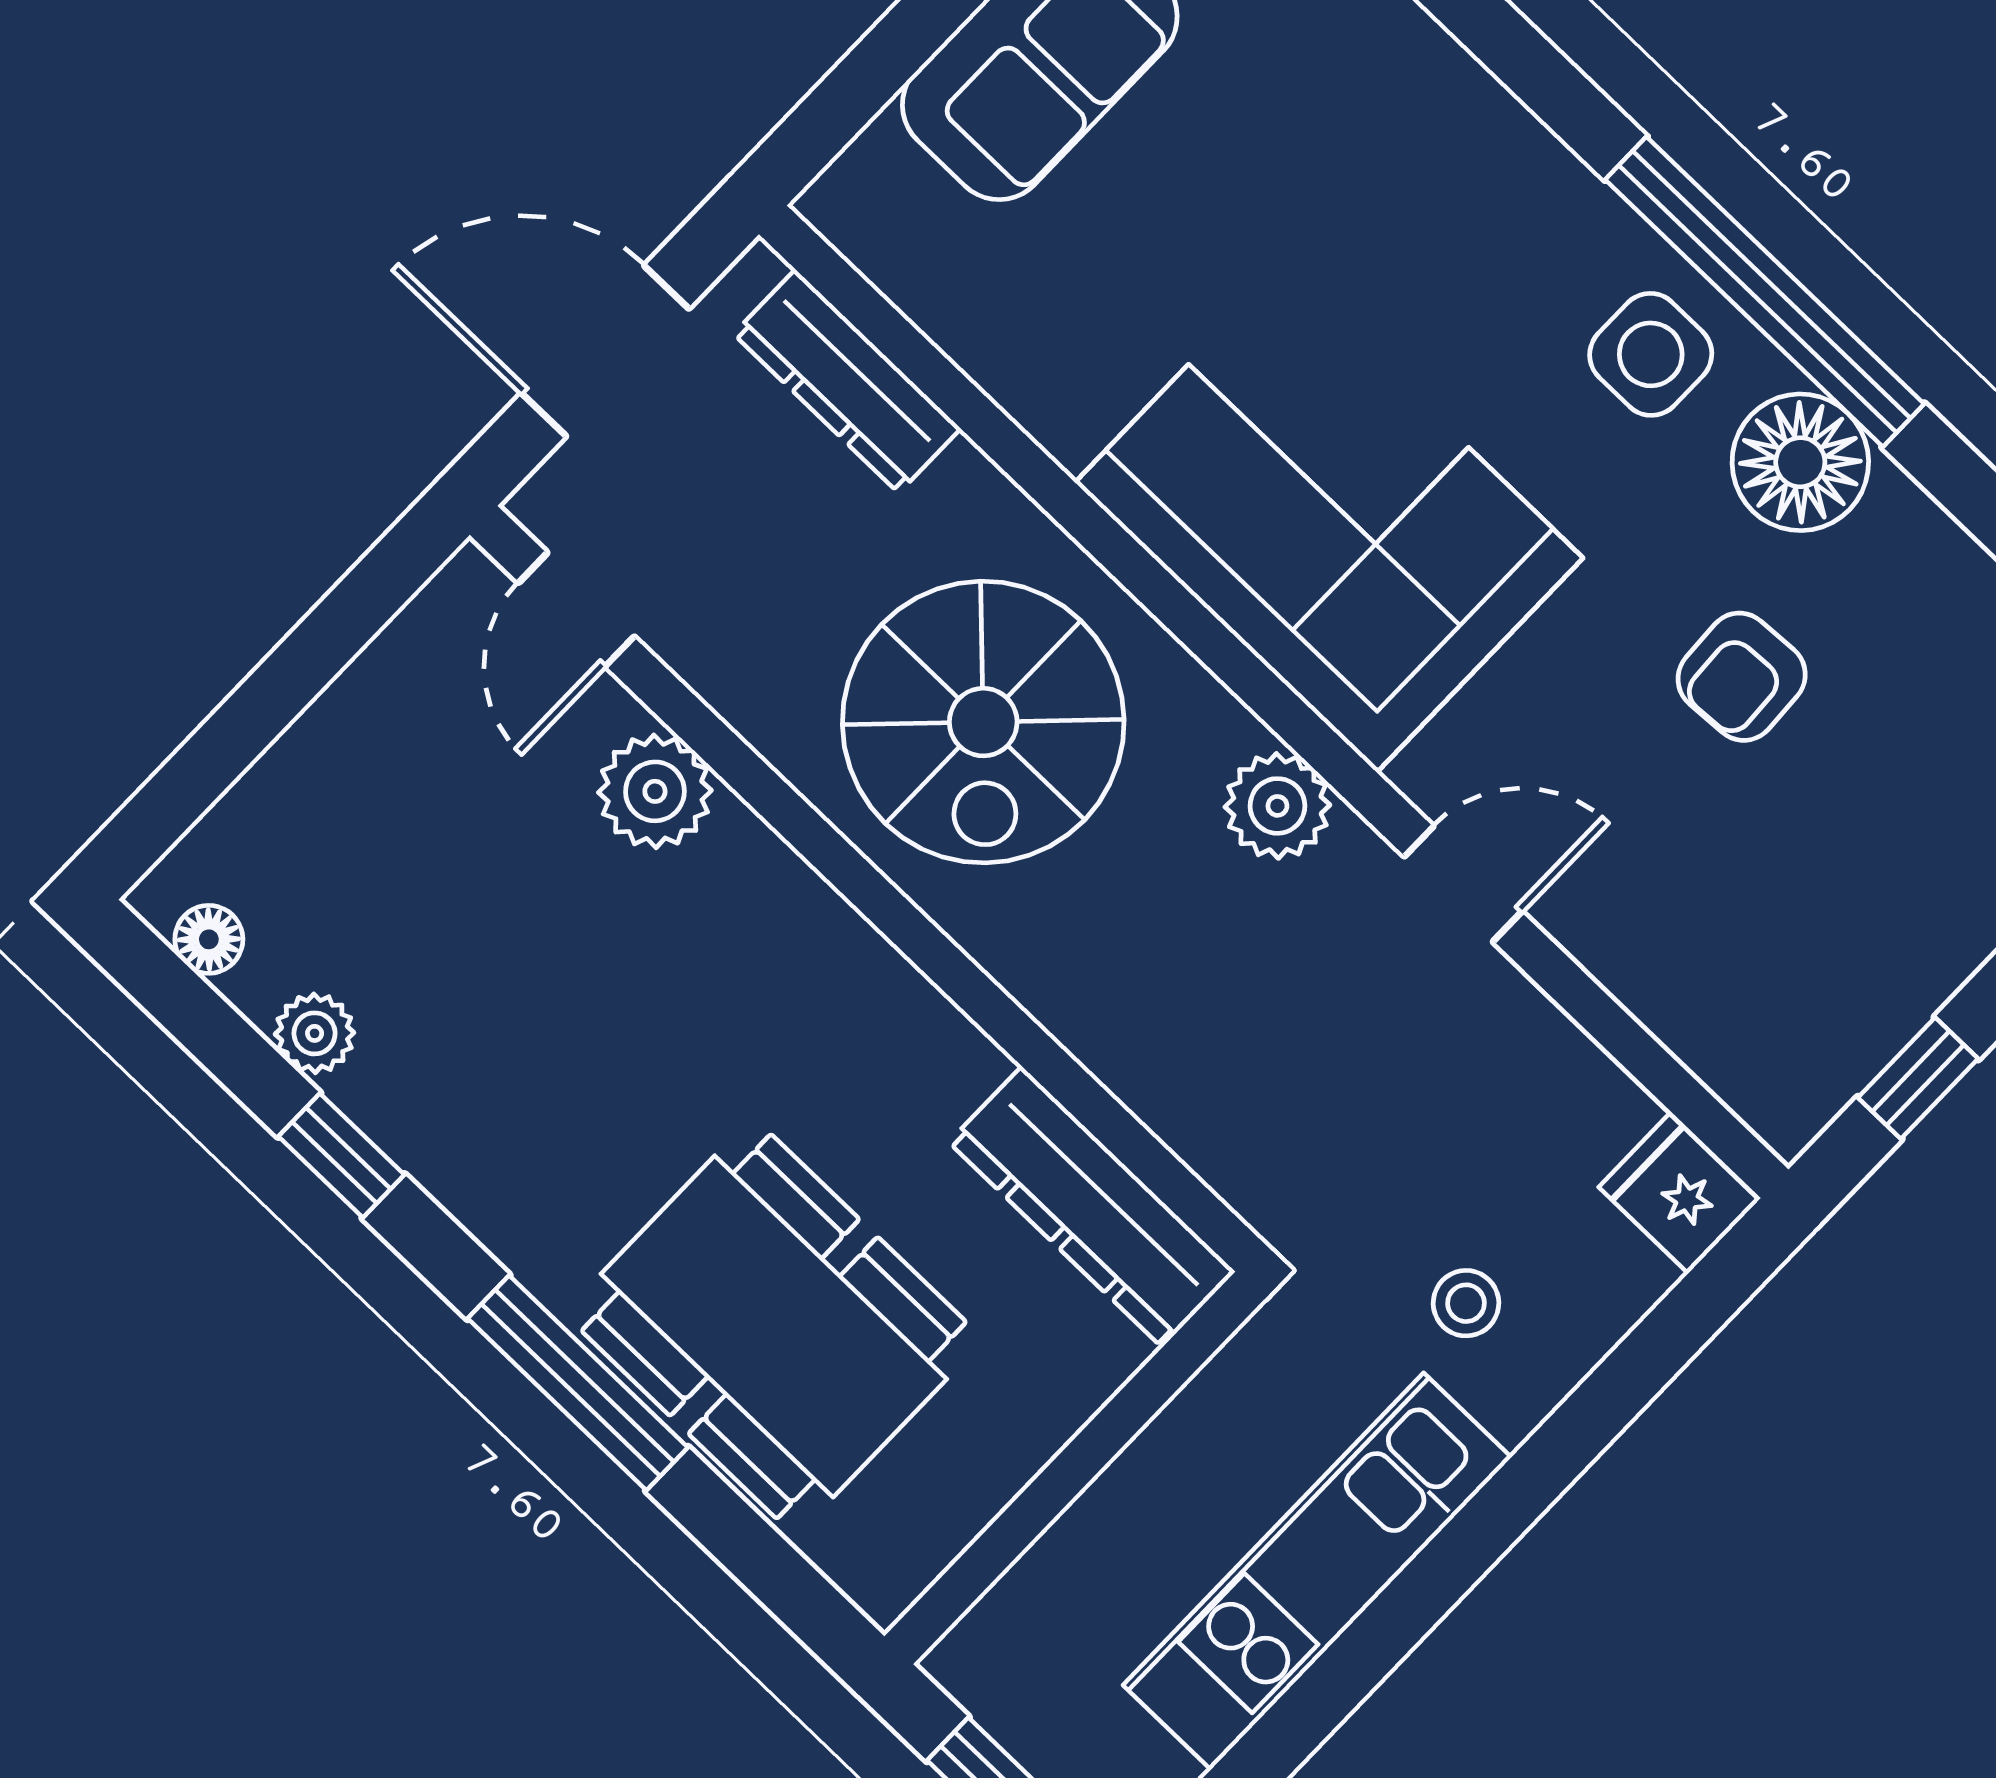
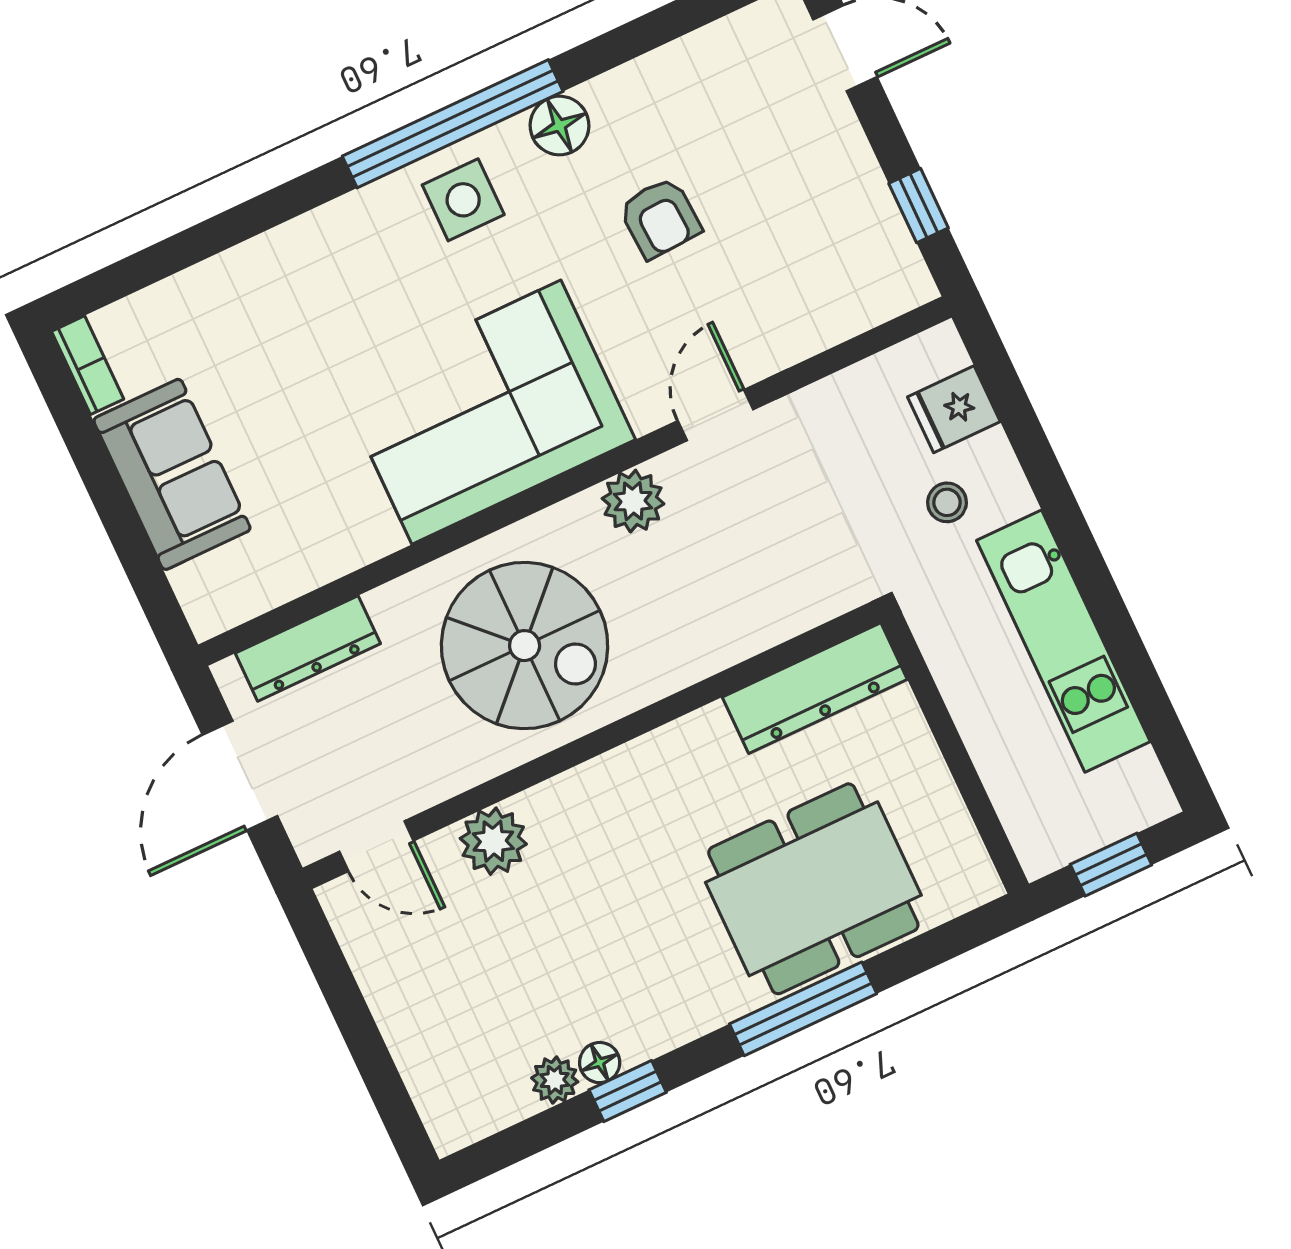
floor lamp: (1800, 462) -> (560, 126), width x0.73, depth x0.73
floor lamp: (209, 939) -> (600, 1063), moved
fridge: (1680, 1193) -> (954, 409), moved

